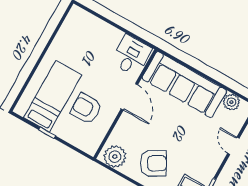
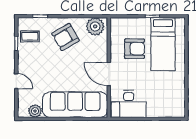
desk: (131, 55) -> (129, 104), width x1.37

